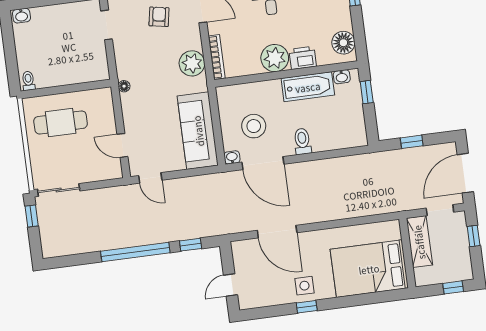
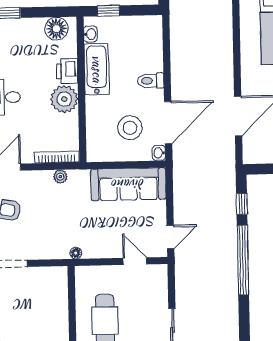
plant: (192, 63) -> (60, 177), width x0.53, depth x0.53
door: (122, 145) -> (135, 261), swing flipped

